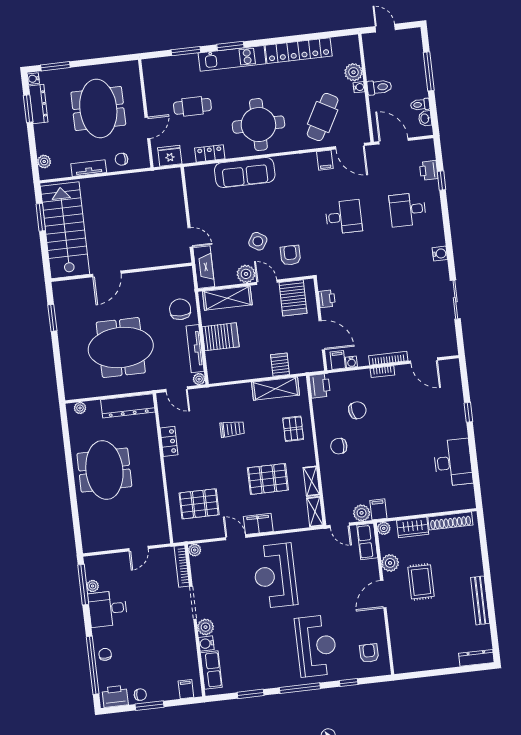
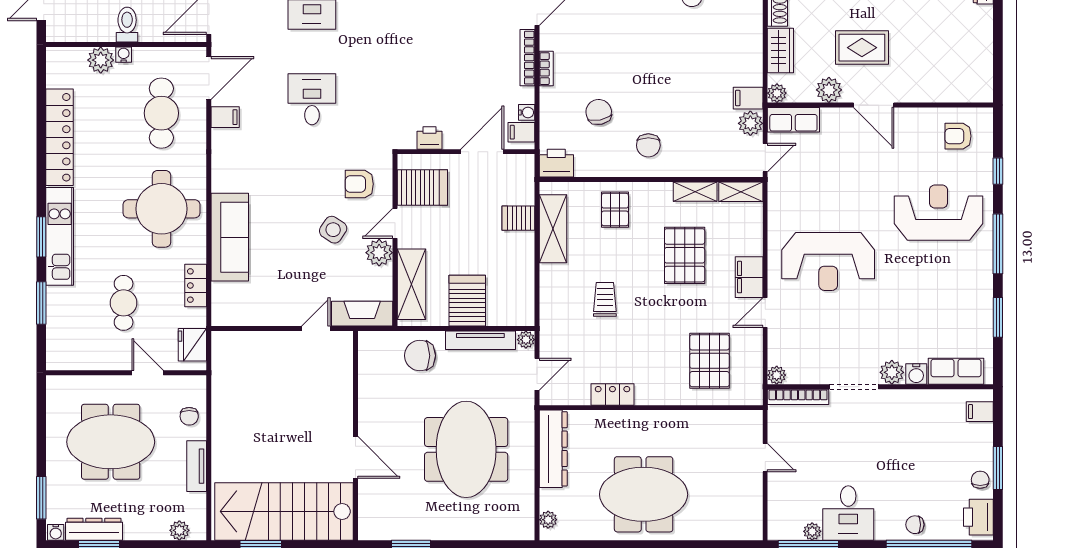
cafe table: (323, 117) -> (161, 113), turned 61
pallet: (293, 429) -> (615, 210), turned 90

